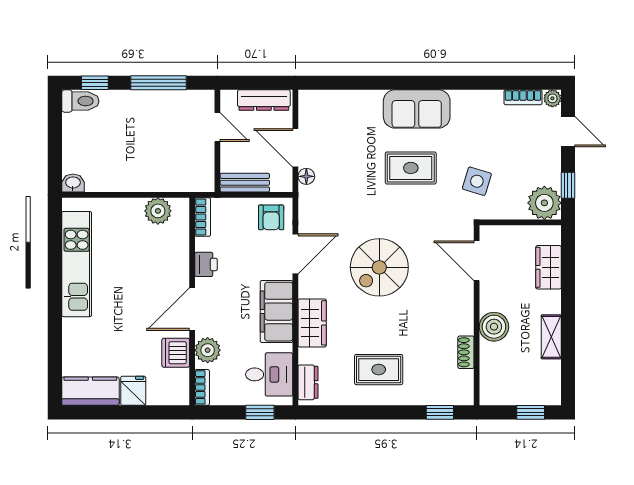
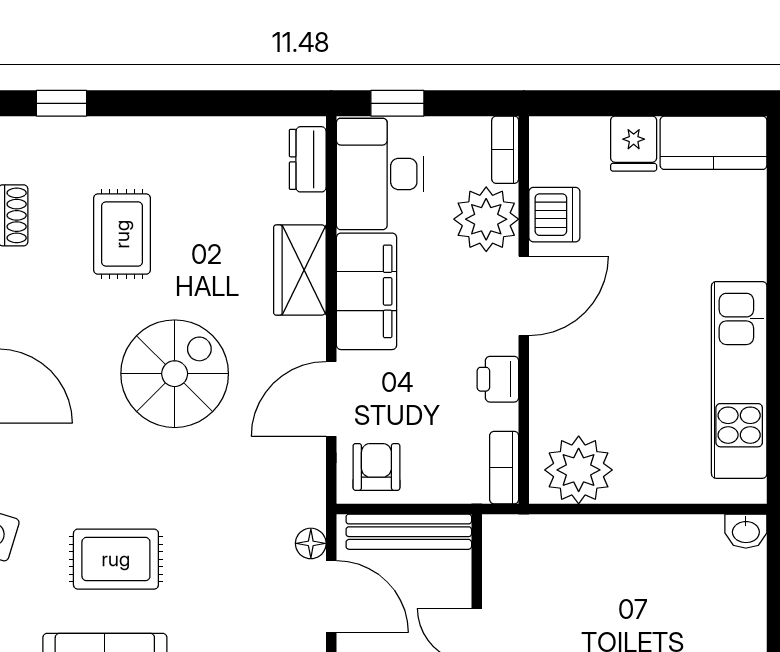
bench: (245, 183) -> (409, 532), width x1.36
plant: (158, 211) -> (579, 470), width x1.36, depth x1.36
plant: (208, 350) -> (486, 219), width x1.36, depth x1.36
rug: (379, 370) -> (122, 234), moved, turned 90
desk: (269, 374) -> (380, 174), width x1.37

